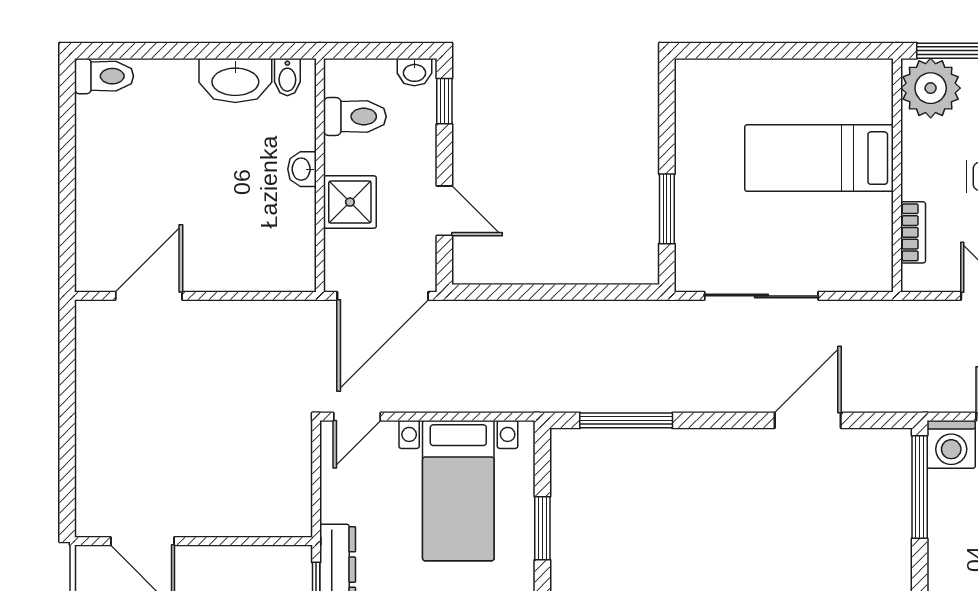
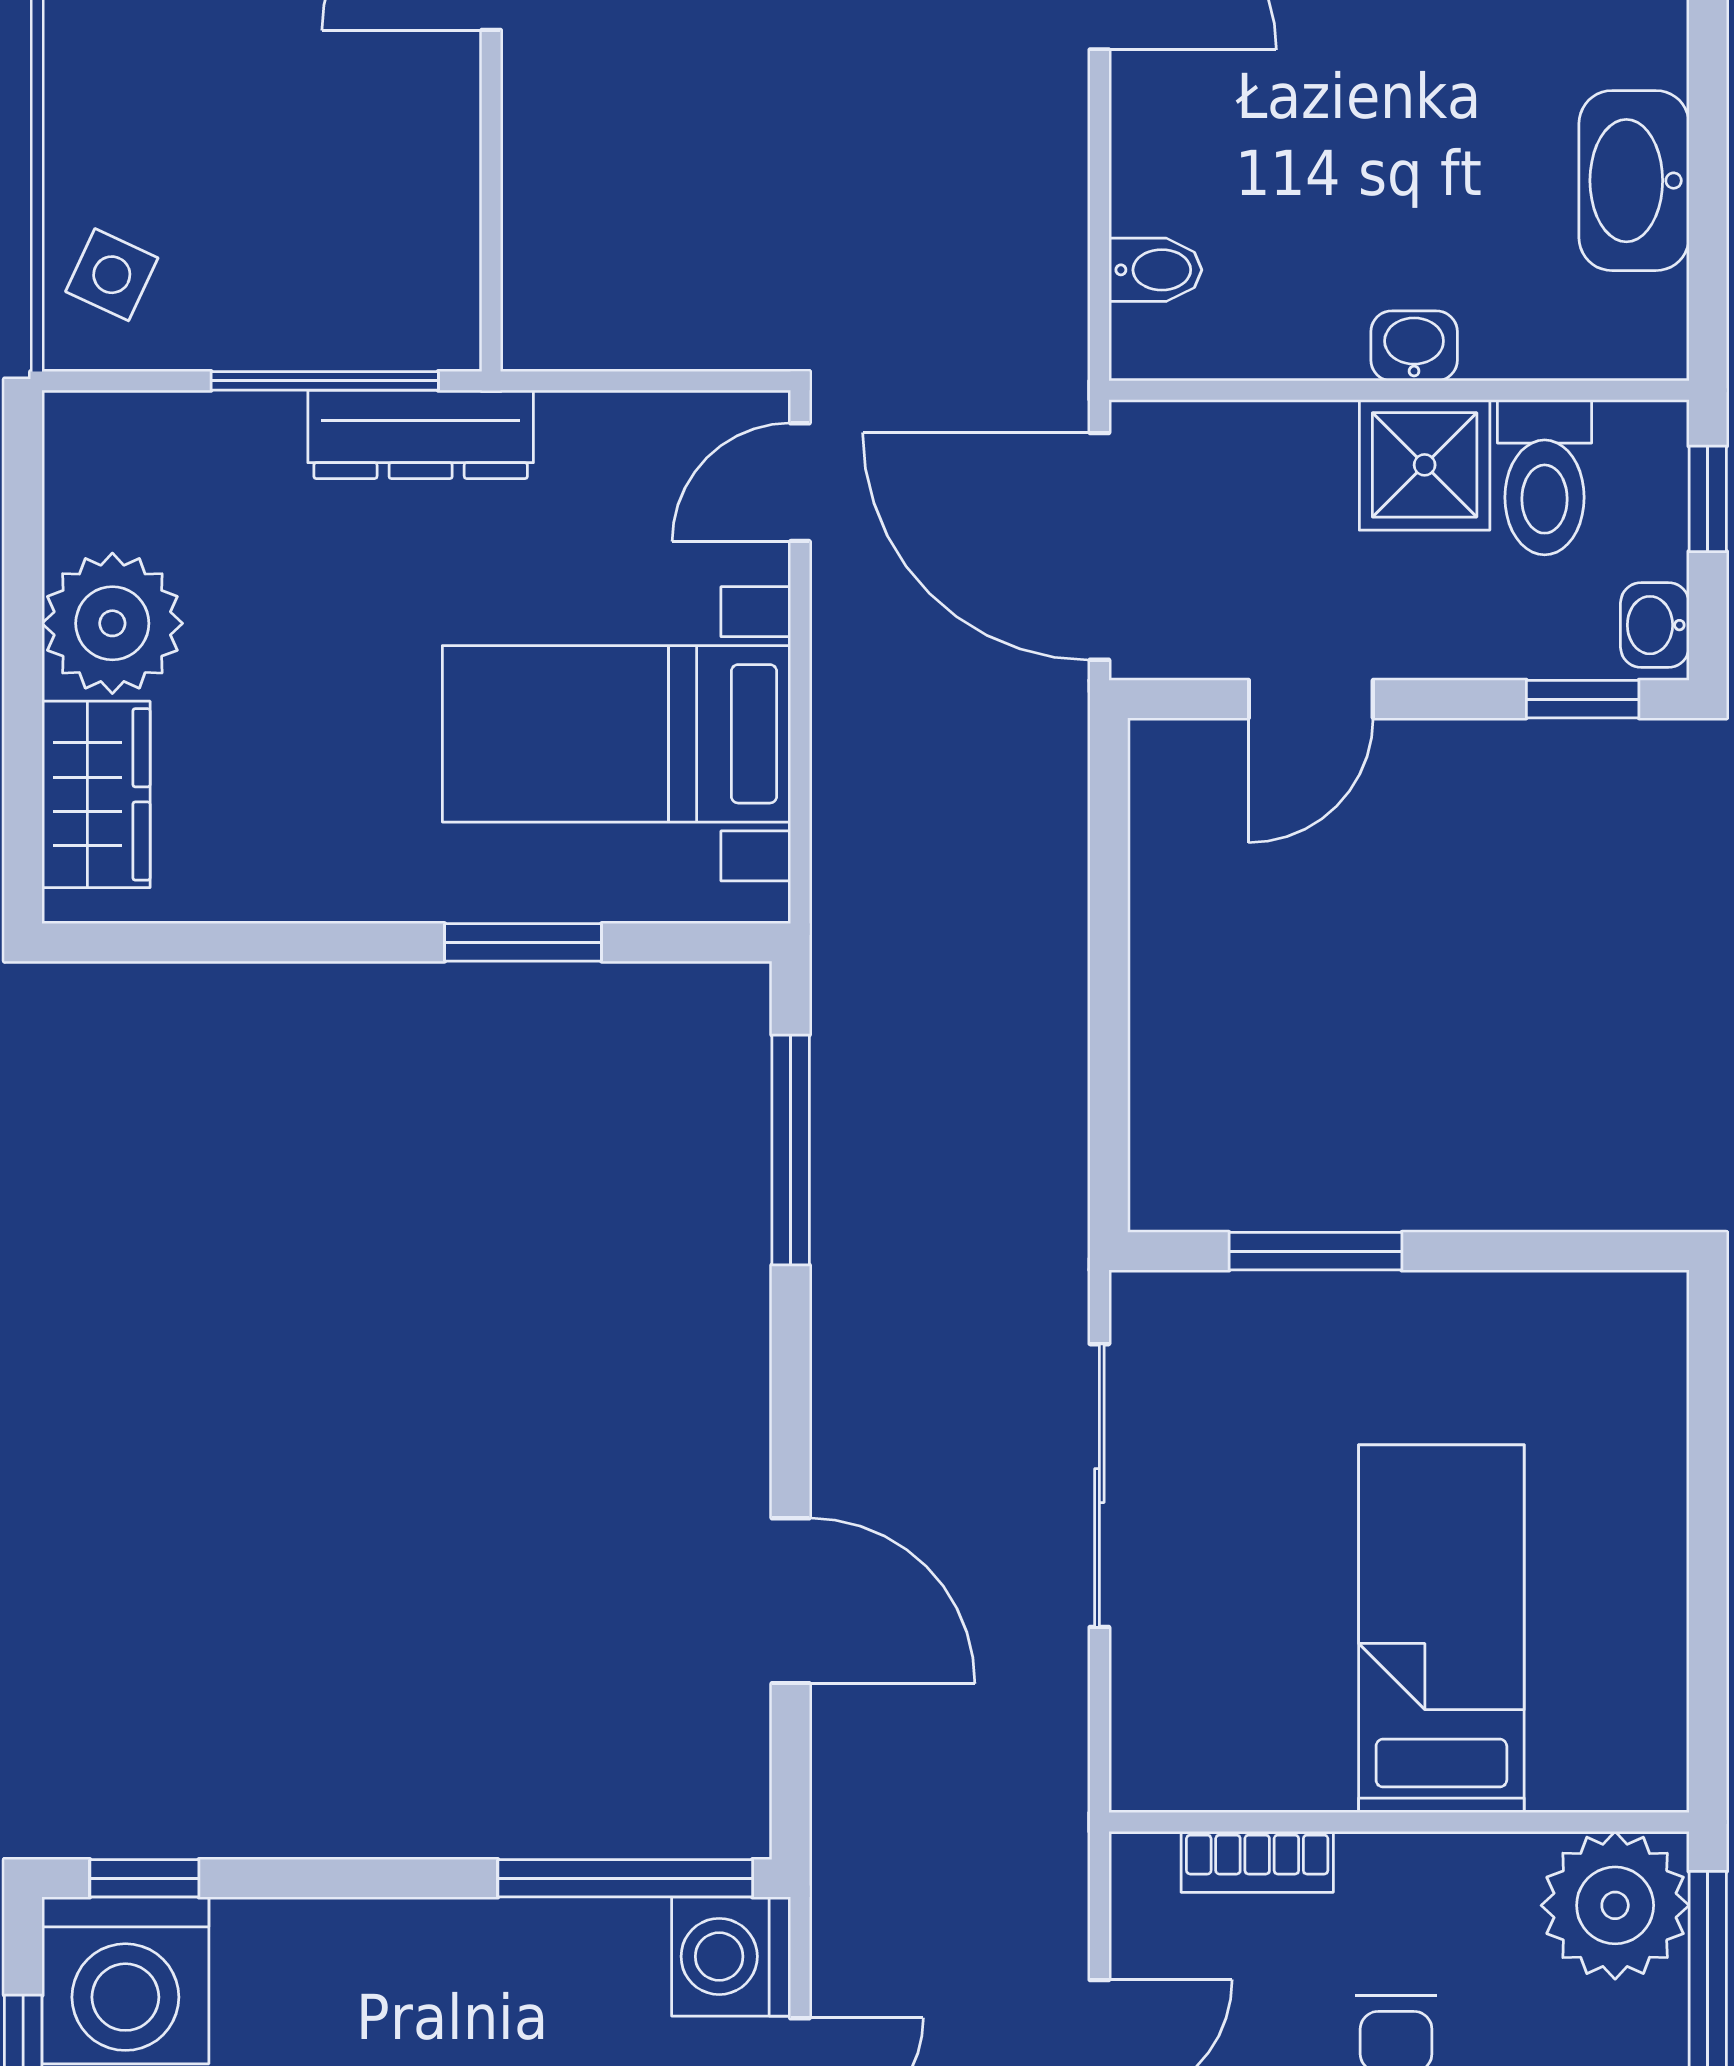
window: (364, 51) -> (1708, 499), added
bidet: (287, 77) -> (1155, 270), moved, turned 180
shower: (350, 202) -> (1425, 465), moved
door: (357, 417) -> (800, 482), hinge flipped

